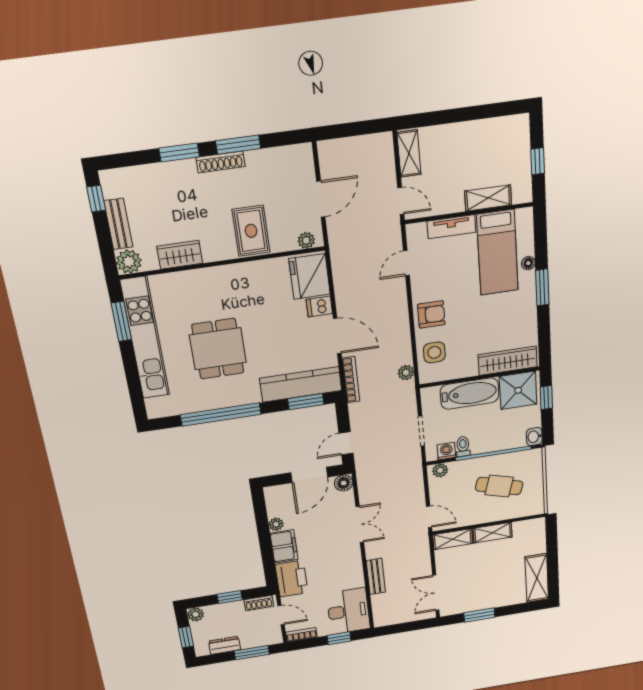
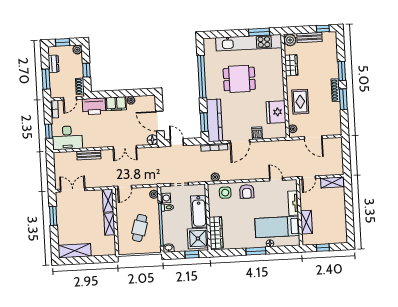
rug: (251, 231) -> (300, 102), turned 90
fridge: (310, 276) -> (276, 112), moved, turned -90

